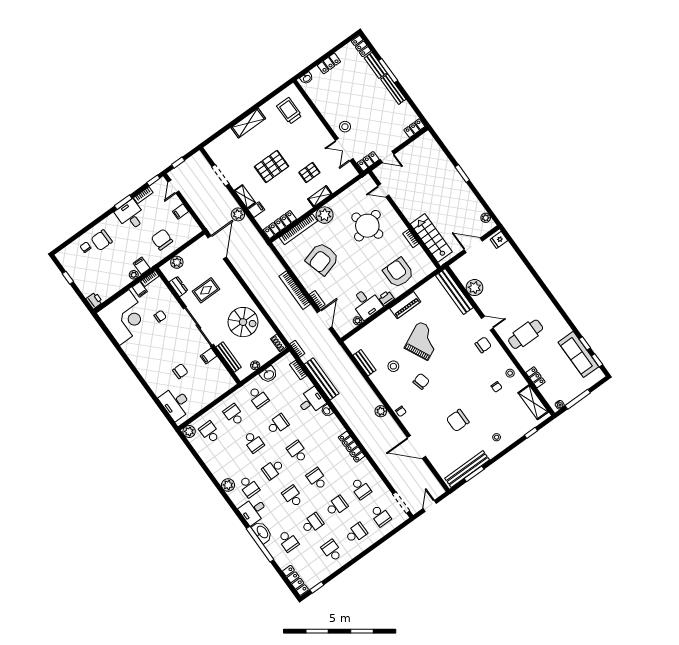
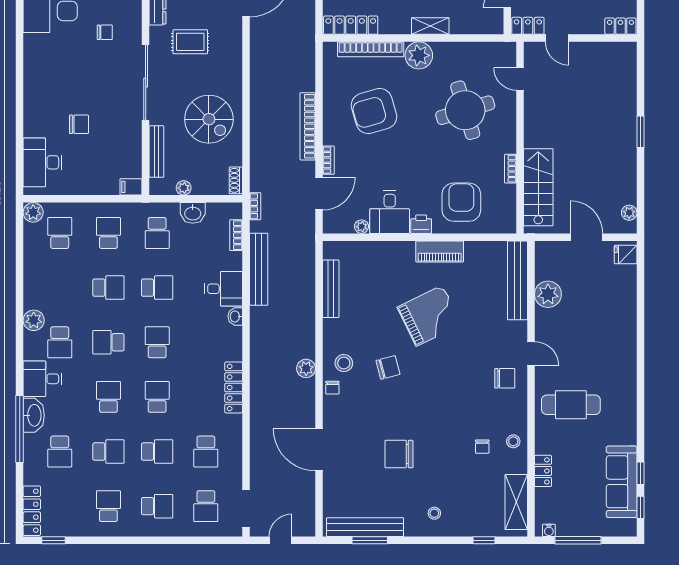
filing cabinet: (209, 356) -> (131, 187), moved
bench: (364, 363) -> (331, 289), width x1.36
stool: (393, 366) -> (344, 363), moved
school desk: (253, 442) -> (108, 288), turned -90

